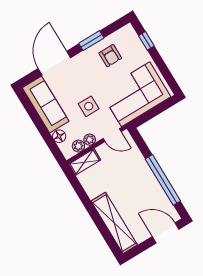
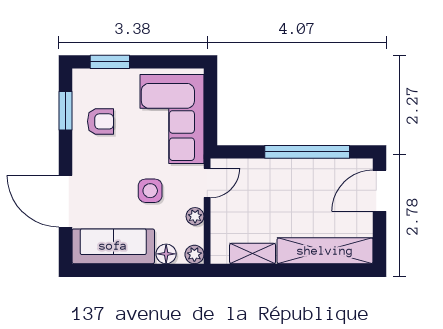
window: (91, 41) -> (66, 111), moved
window: (146, 41) -> (110, 62), width x1.50
plant: (78, 146) -> (194, 254), moved
shelving: (85, 162) -> (253, 254), moved, turned 90

